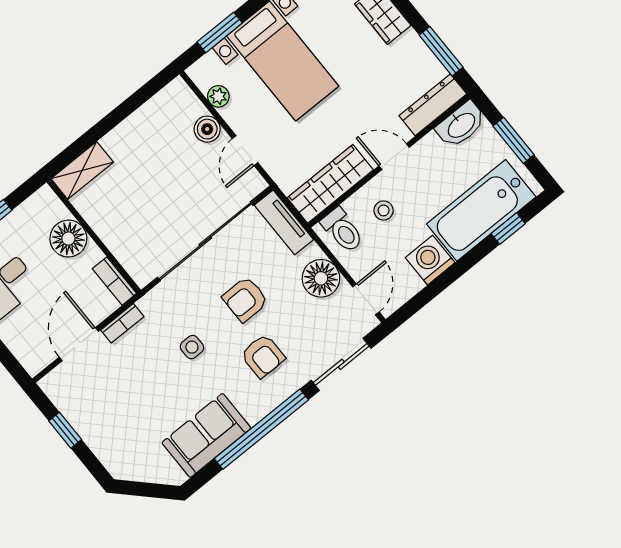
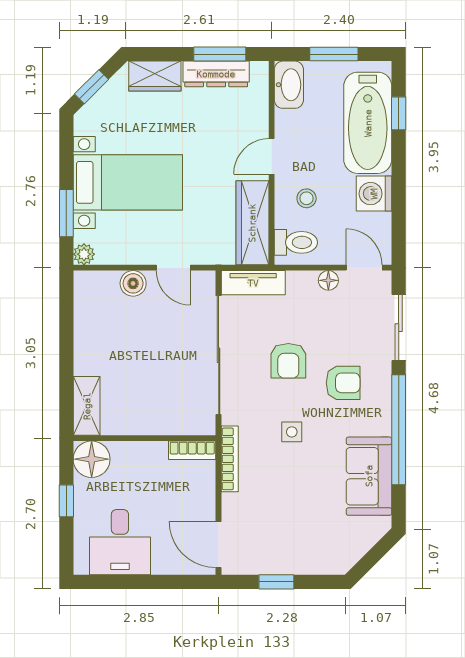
plant: (218, 96) -> (84, 254), moved
dresser: (433, 105) -> (216, 74), moved, turned -90
floor lamp: (68, 239) -> (92, 459), moved
floor lamp: (321, 278) -> (328, 280), width x0.53, depth x0.53
bookcase: (122, 323) -> (230, 459), width x1.56
door: (79, 344) -> (219, 545), moved

